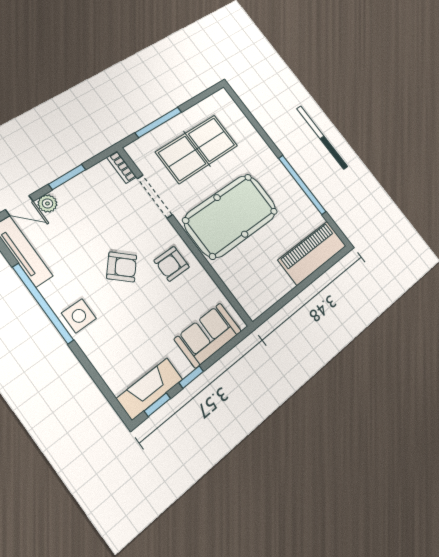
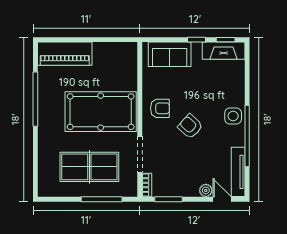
window: (67, 177) -> (168, 199), moved

